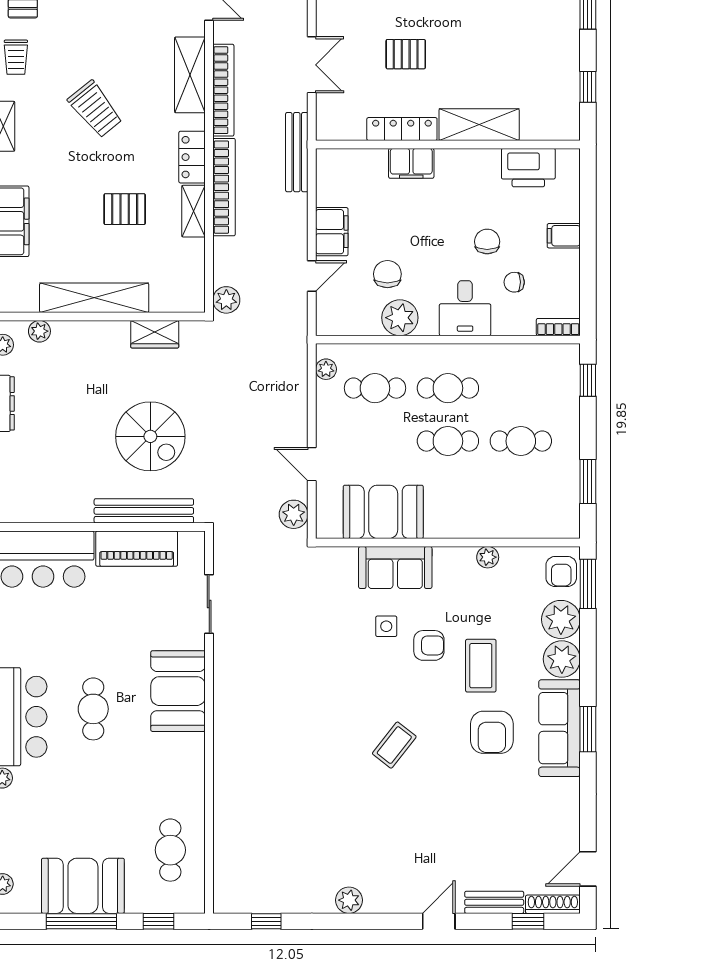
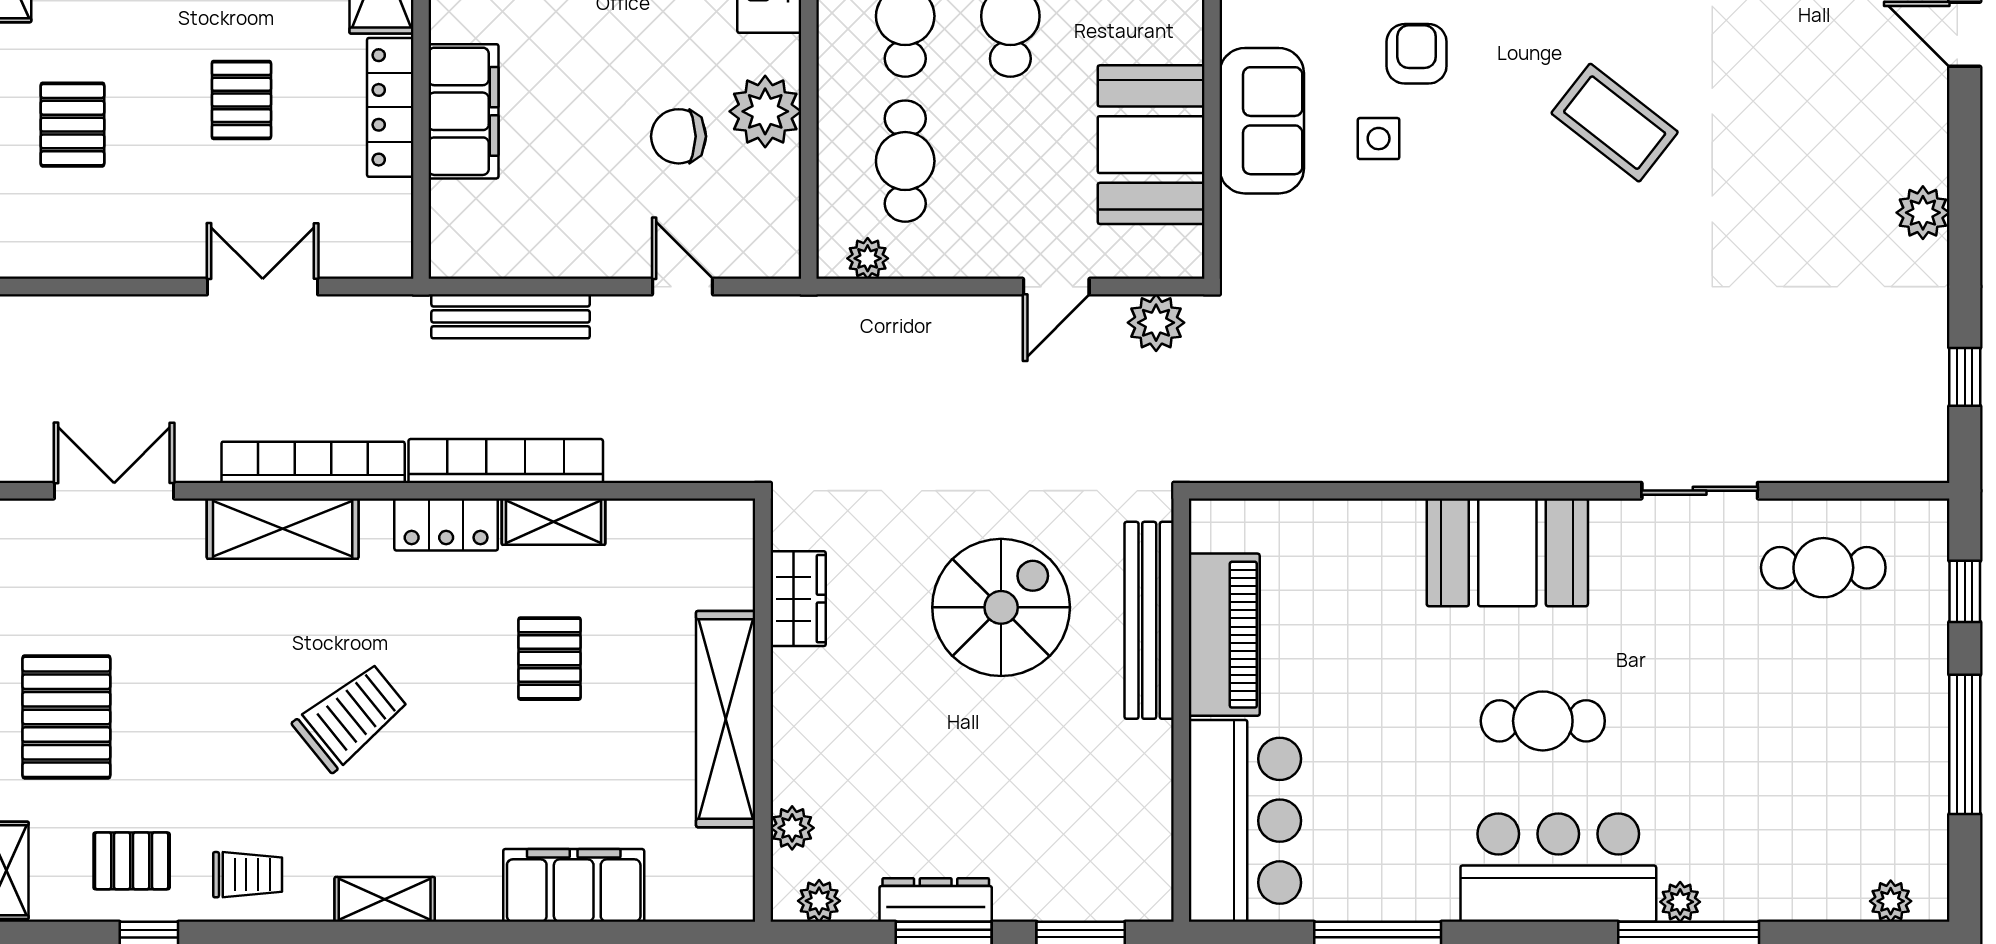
bench: (297, 152) -> (511, 316), moved
filing cabinet: (411, 163) -> (463, 111), width x1.50, depth x1.17
filing cabinet: (332, 232) -> (594, 247), removed
plant: (226, 300) -> (730, 456), removed
sliding door: (209, 604) -> (1700, 491), moved
coffee table: (394, 745) -> (1615, 123), width x1.36, depth x1.30
booth: (83, 886) -> (1894, 742), removed

